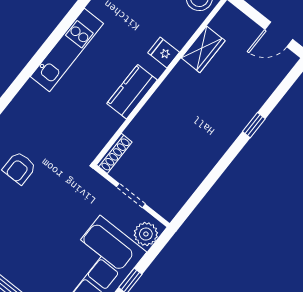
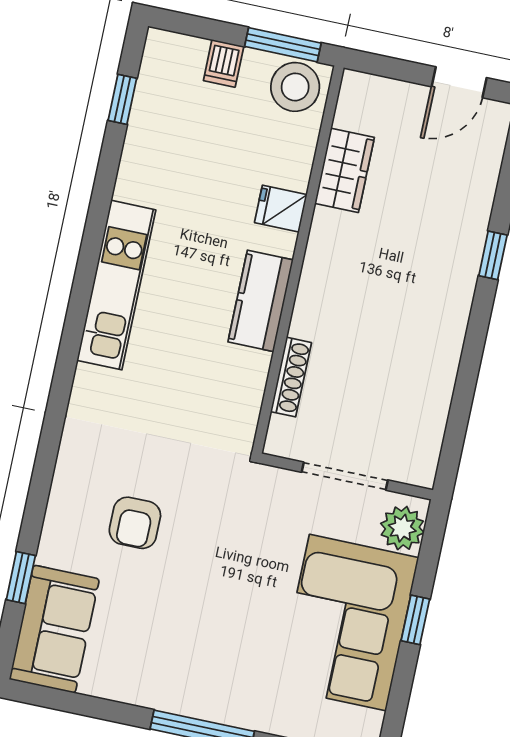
shoe rack: (114, 153) -> (291, 377), moved
doorway: (131, 195) -> (345, 476), width x1.38

